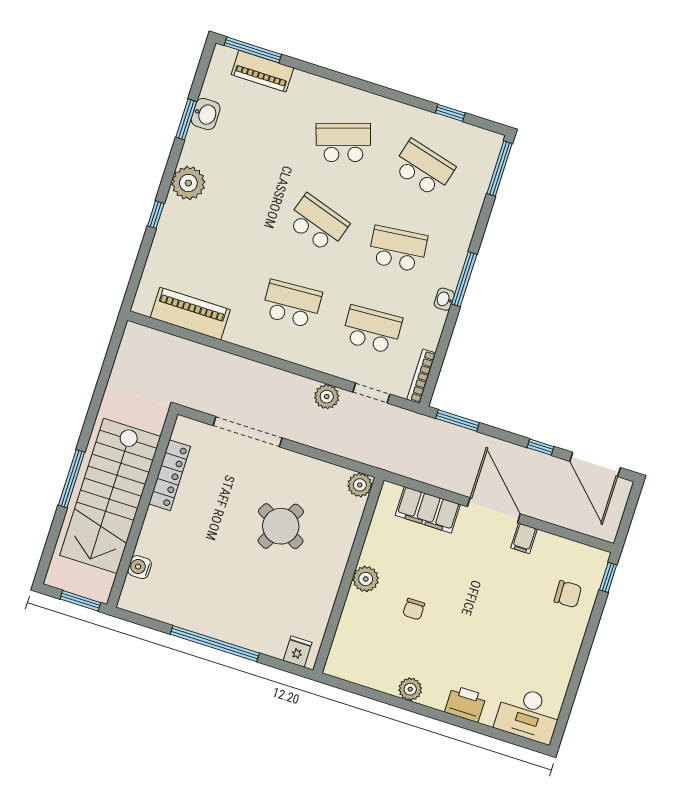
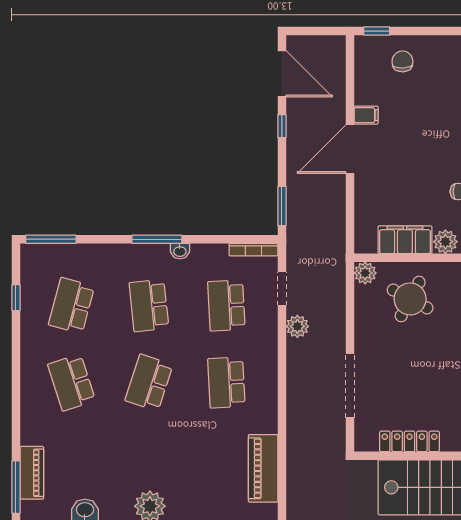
door: (595, 464) -> (282, 74), hinge flipped
filing cabinet: (428, 510) -> (405, 240), moved, turned -90
round table: (281, 526) -> (410, 299), moved

